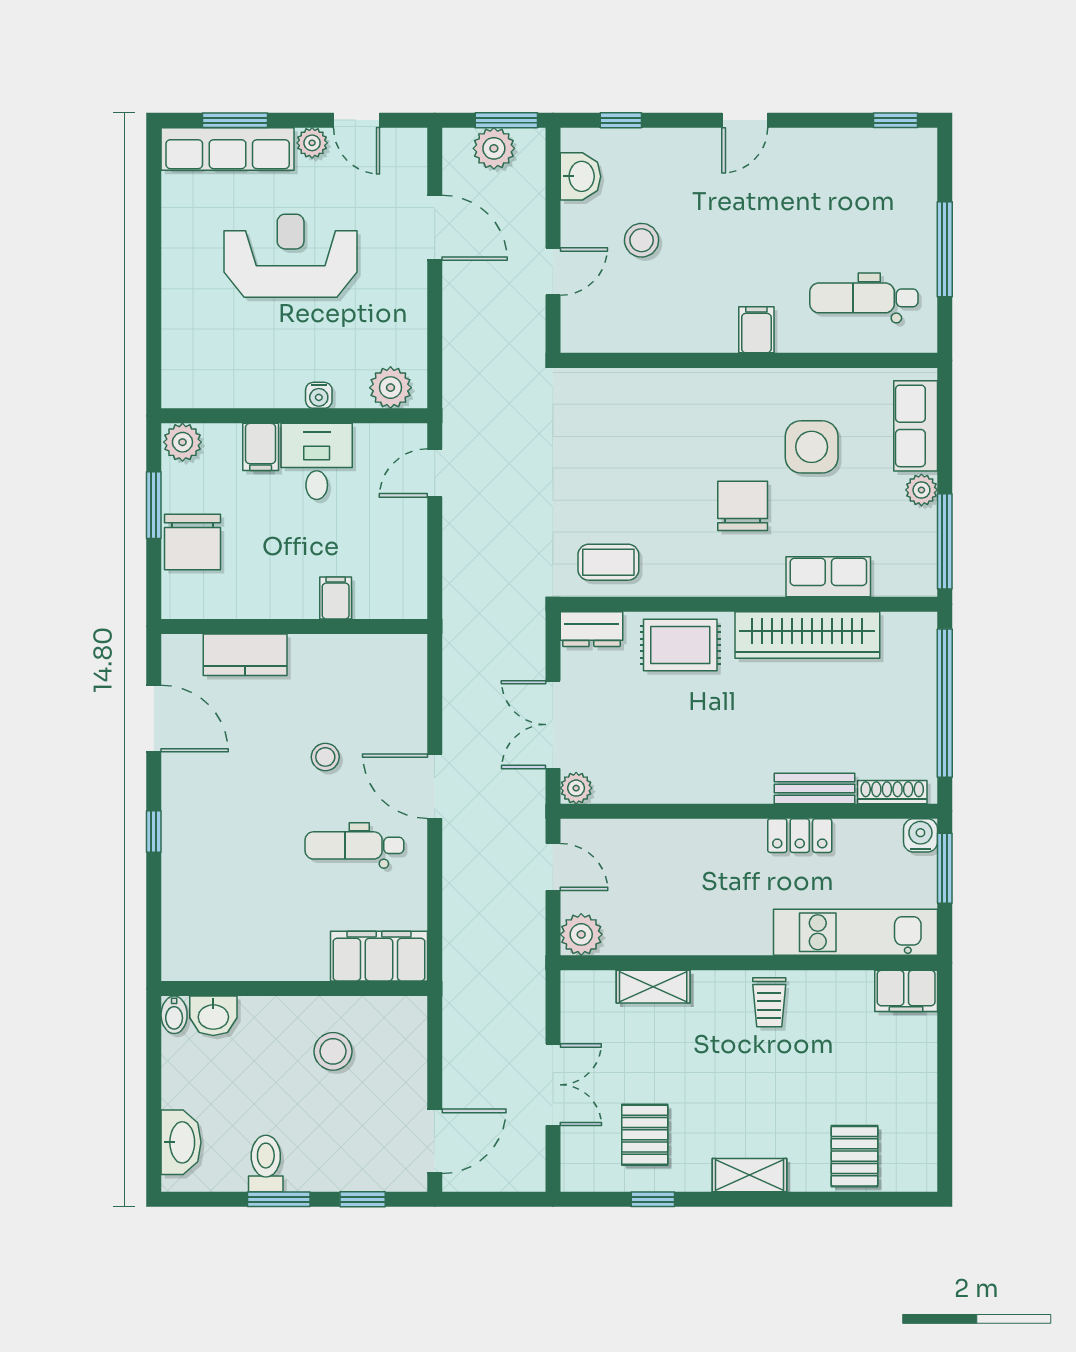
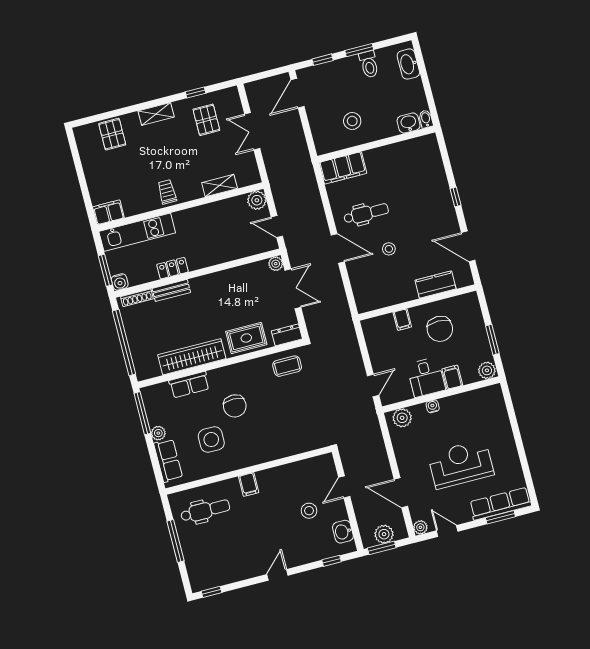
plant: (312, 143) -> (420, 527), moved
reception desk: (291, 256) -> (461, 464), turned 180
chair: (192, 542) -> (440, 329), moved, turned 180

